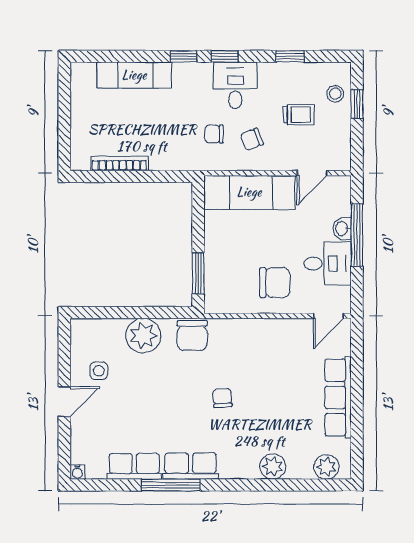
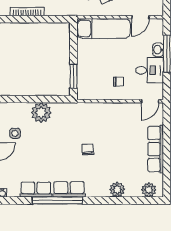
chair: (275, 283) -> (119, 81), width x0.54, depth x0.54
chair: (192, 335) -> (70, 113), removed
window: (171, 485) -> (57, 200), width x1.46

